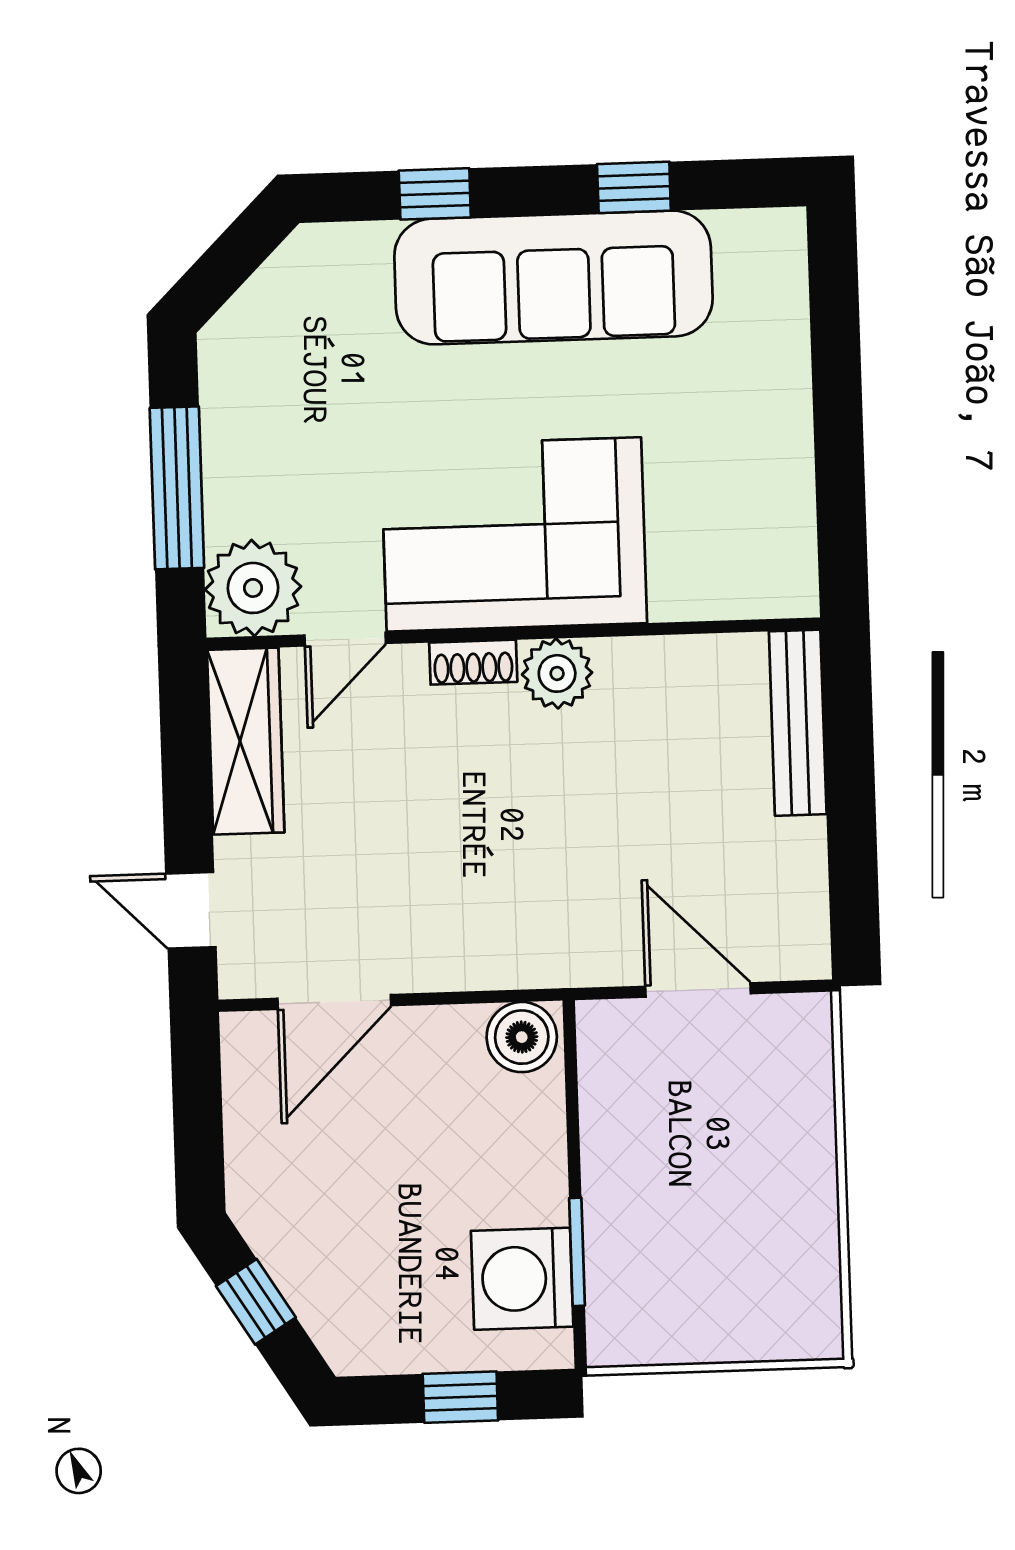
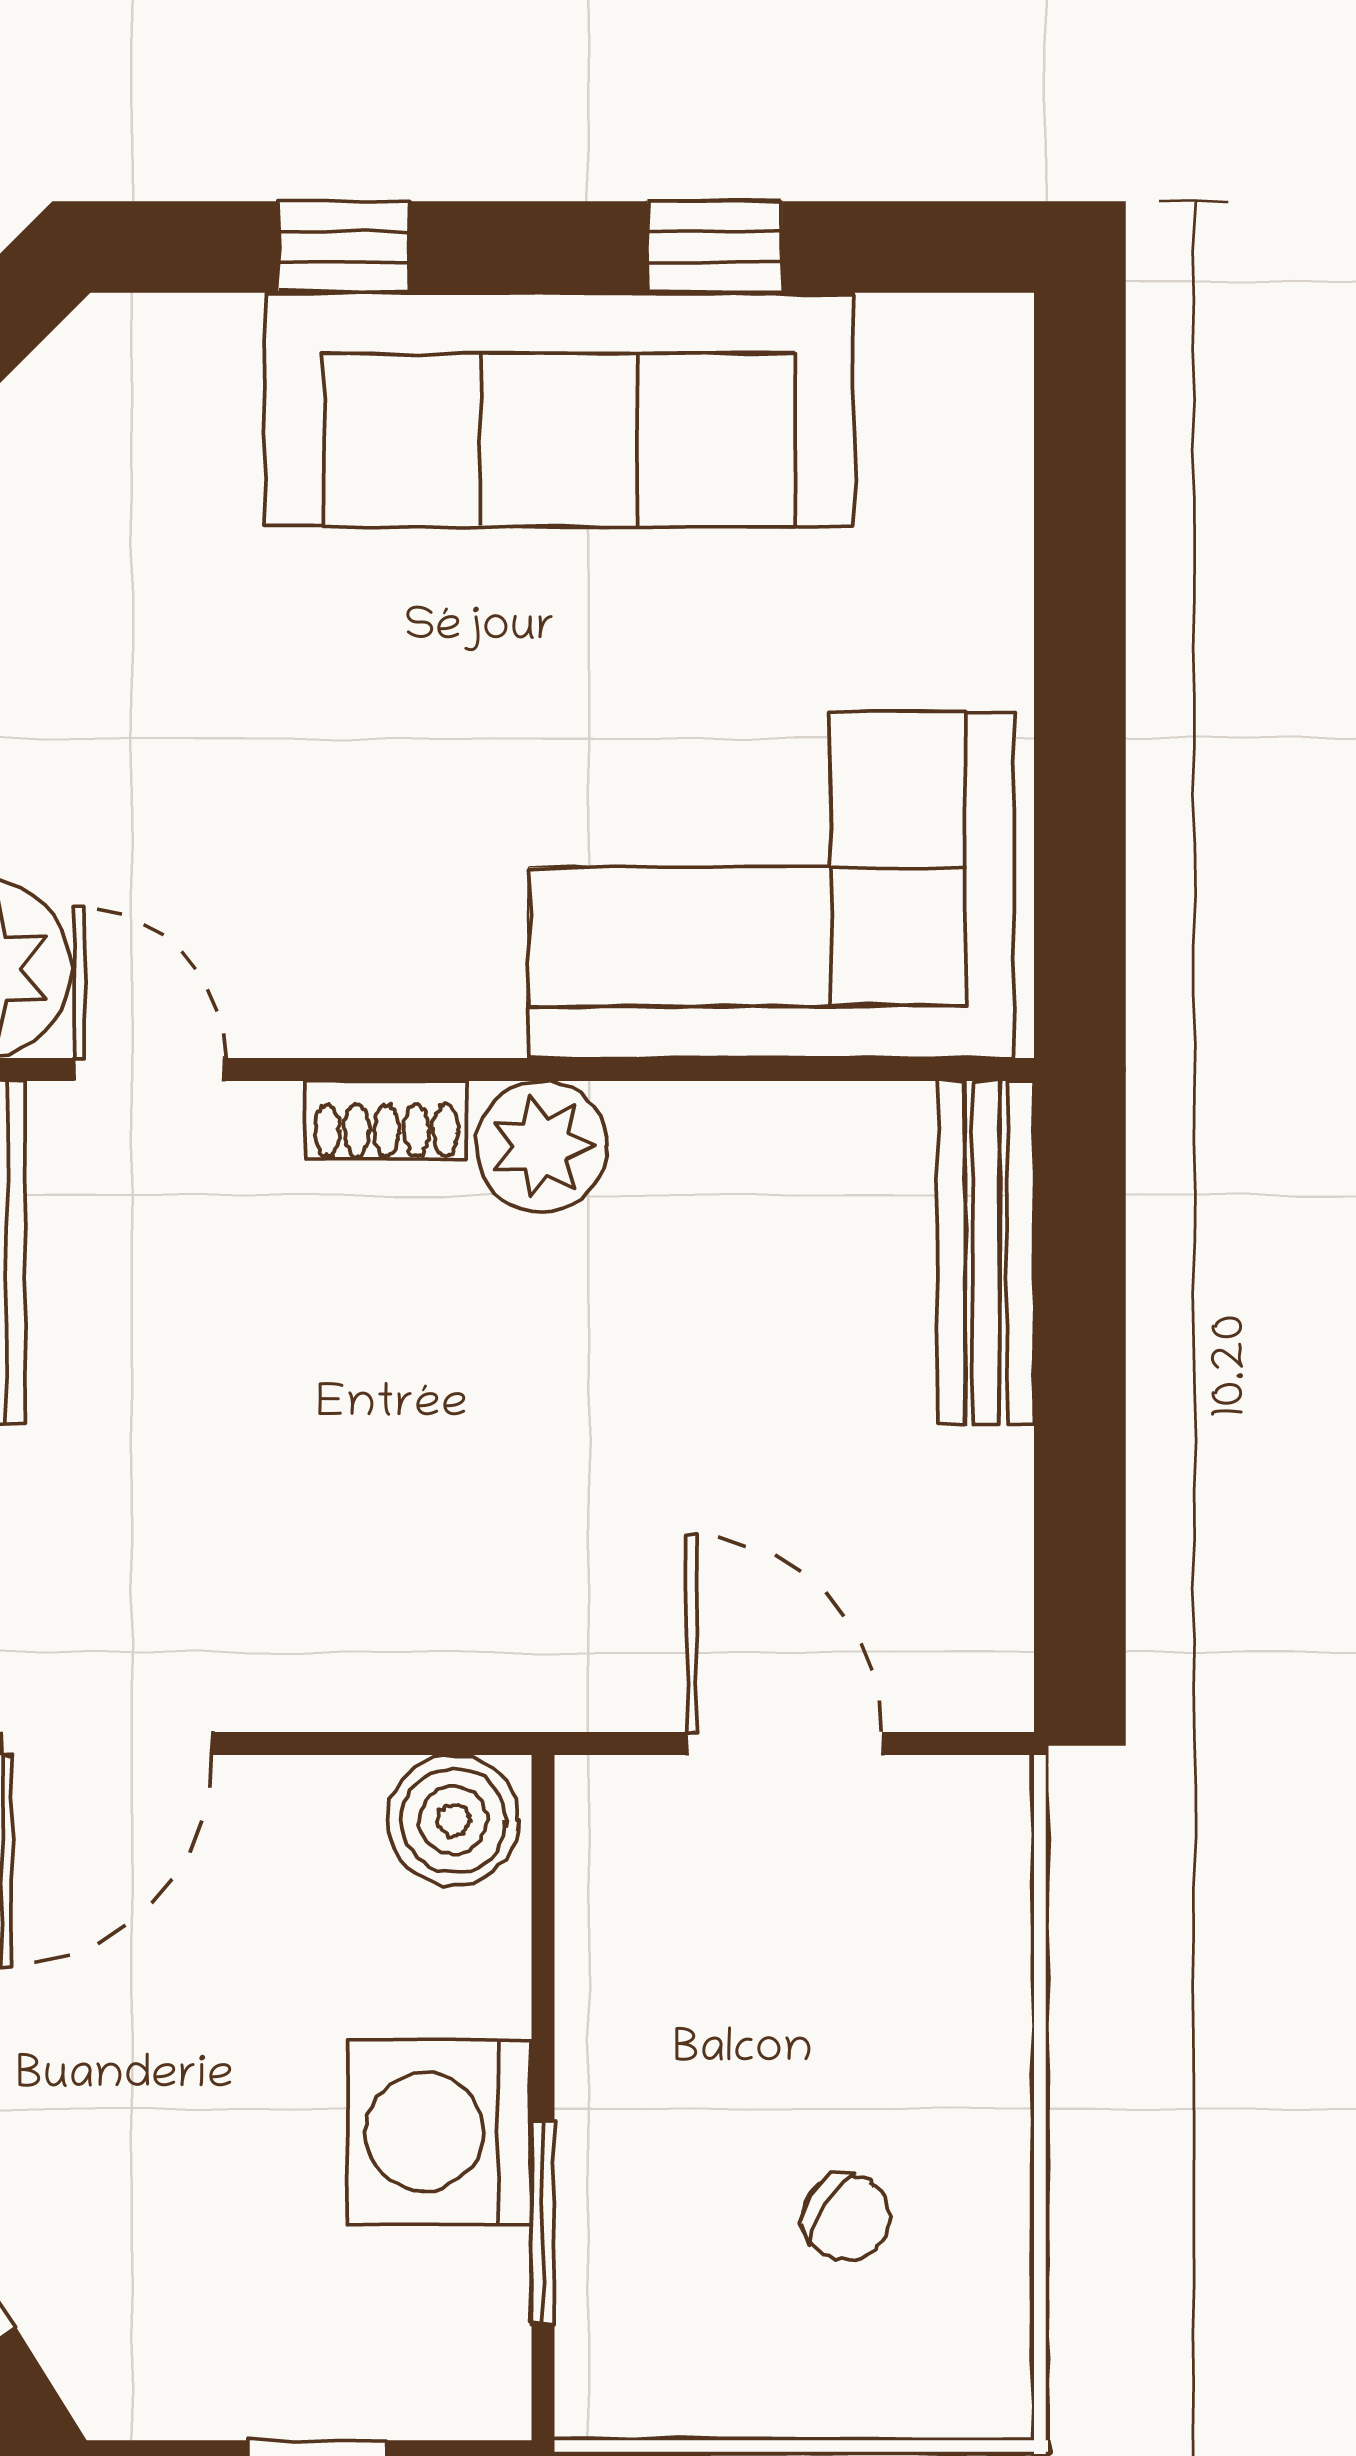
corner sofa: (514, 534) -> (772, 885), moved
door: (345, 639) -> (150, 1069), swing flipped
chair: (740, 1244) -> (846, 2218), added
washing machine: (522, 1279) -> (439, 2132), moved

